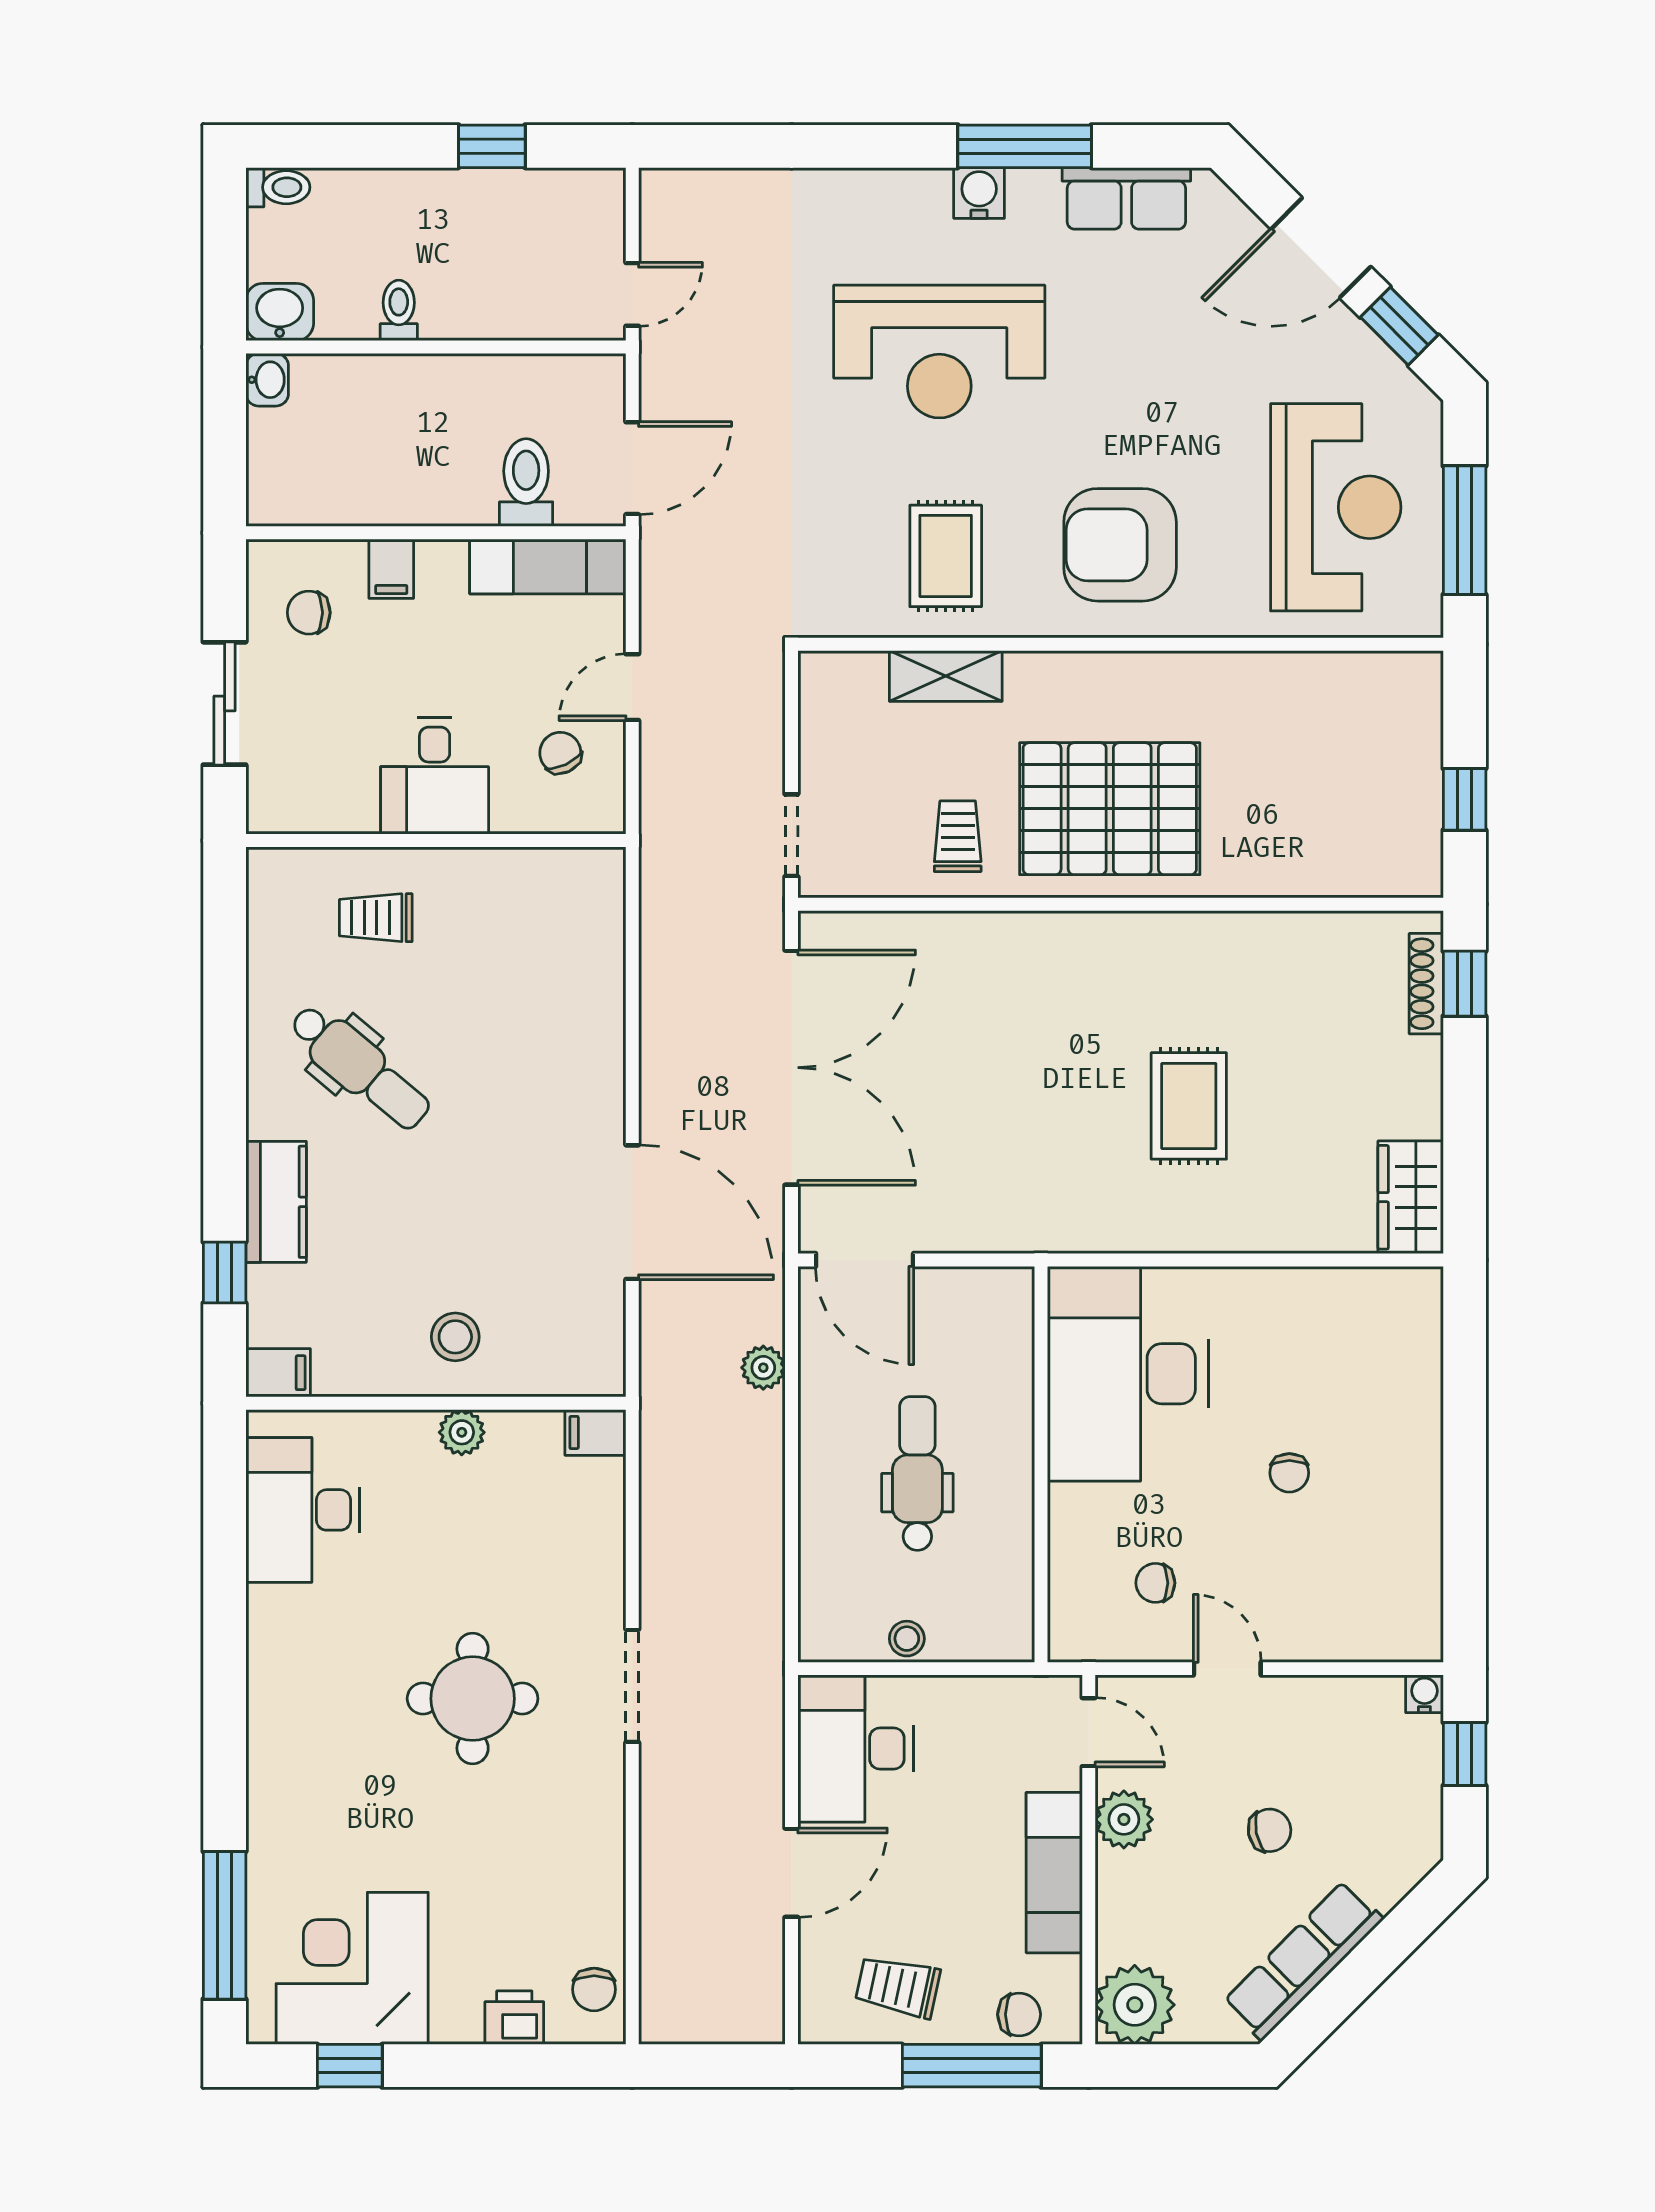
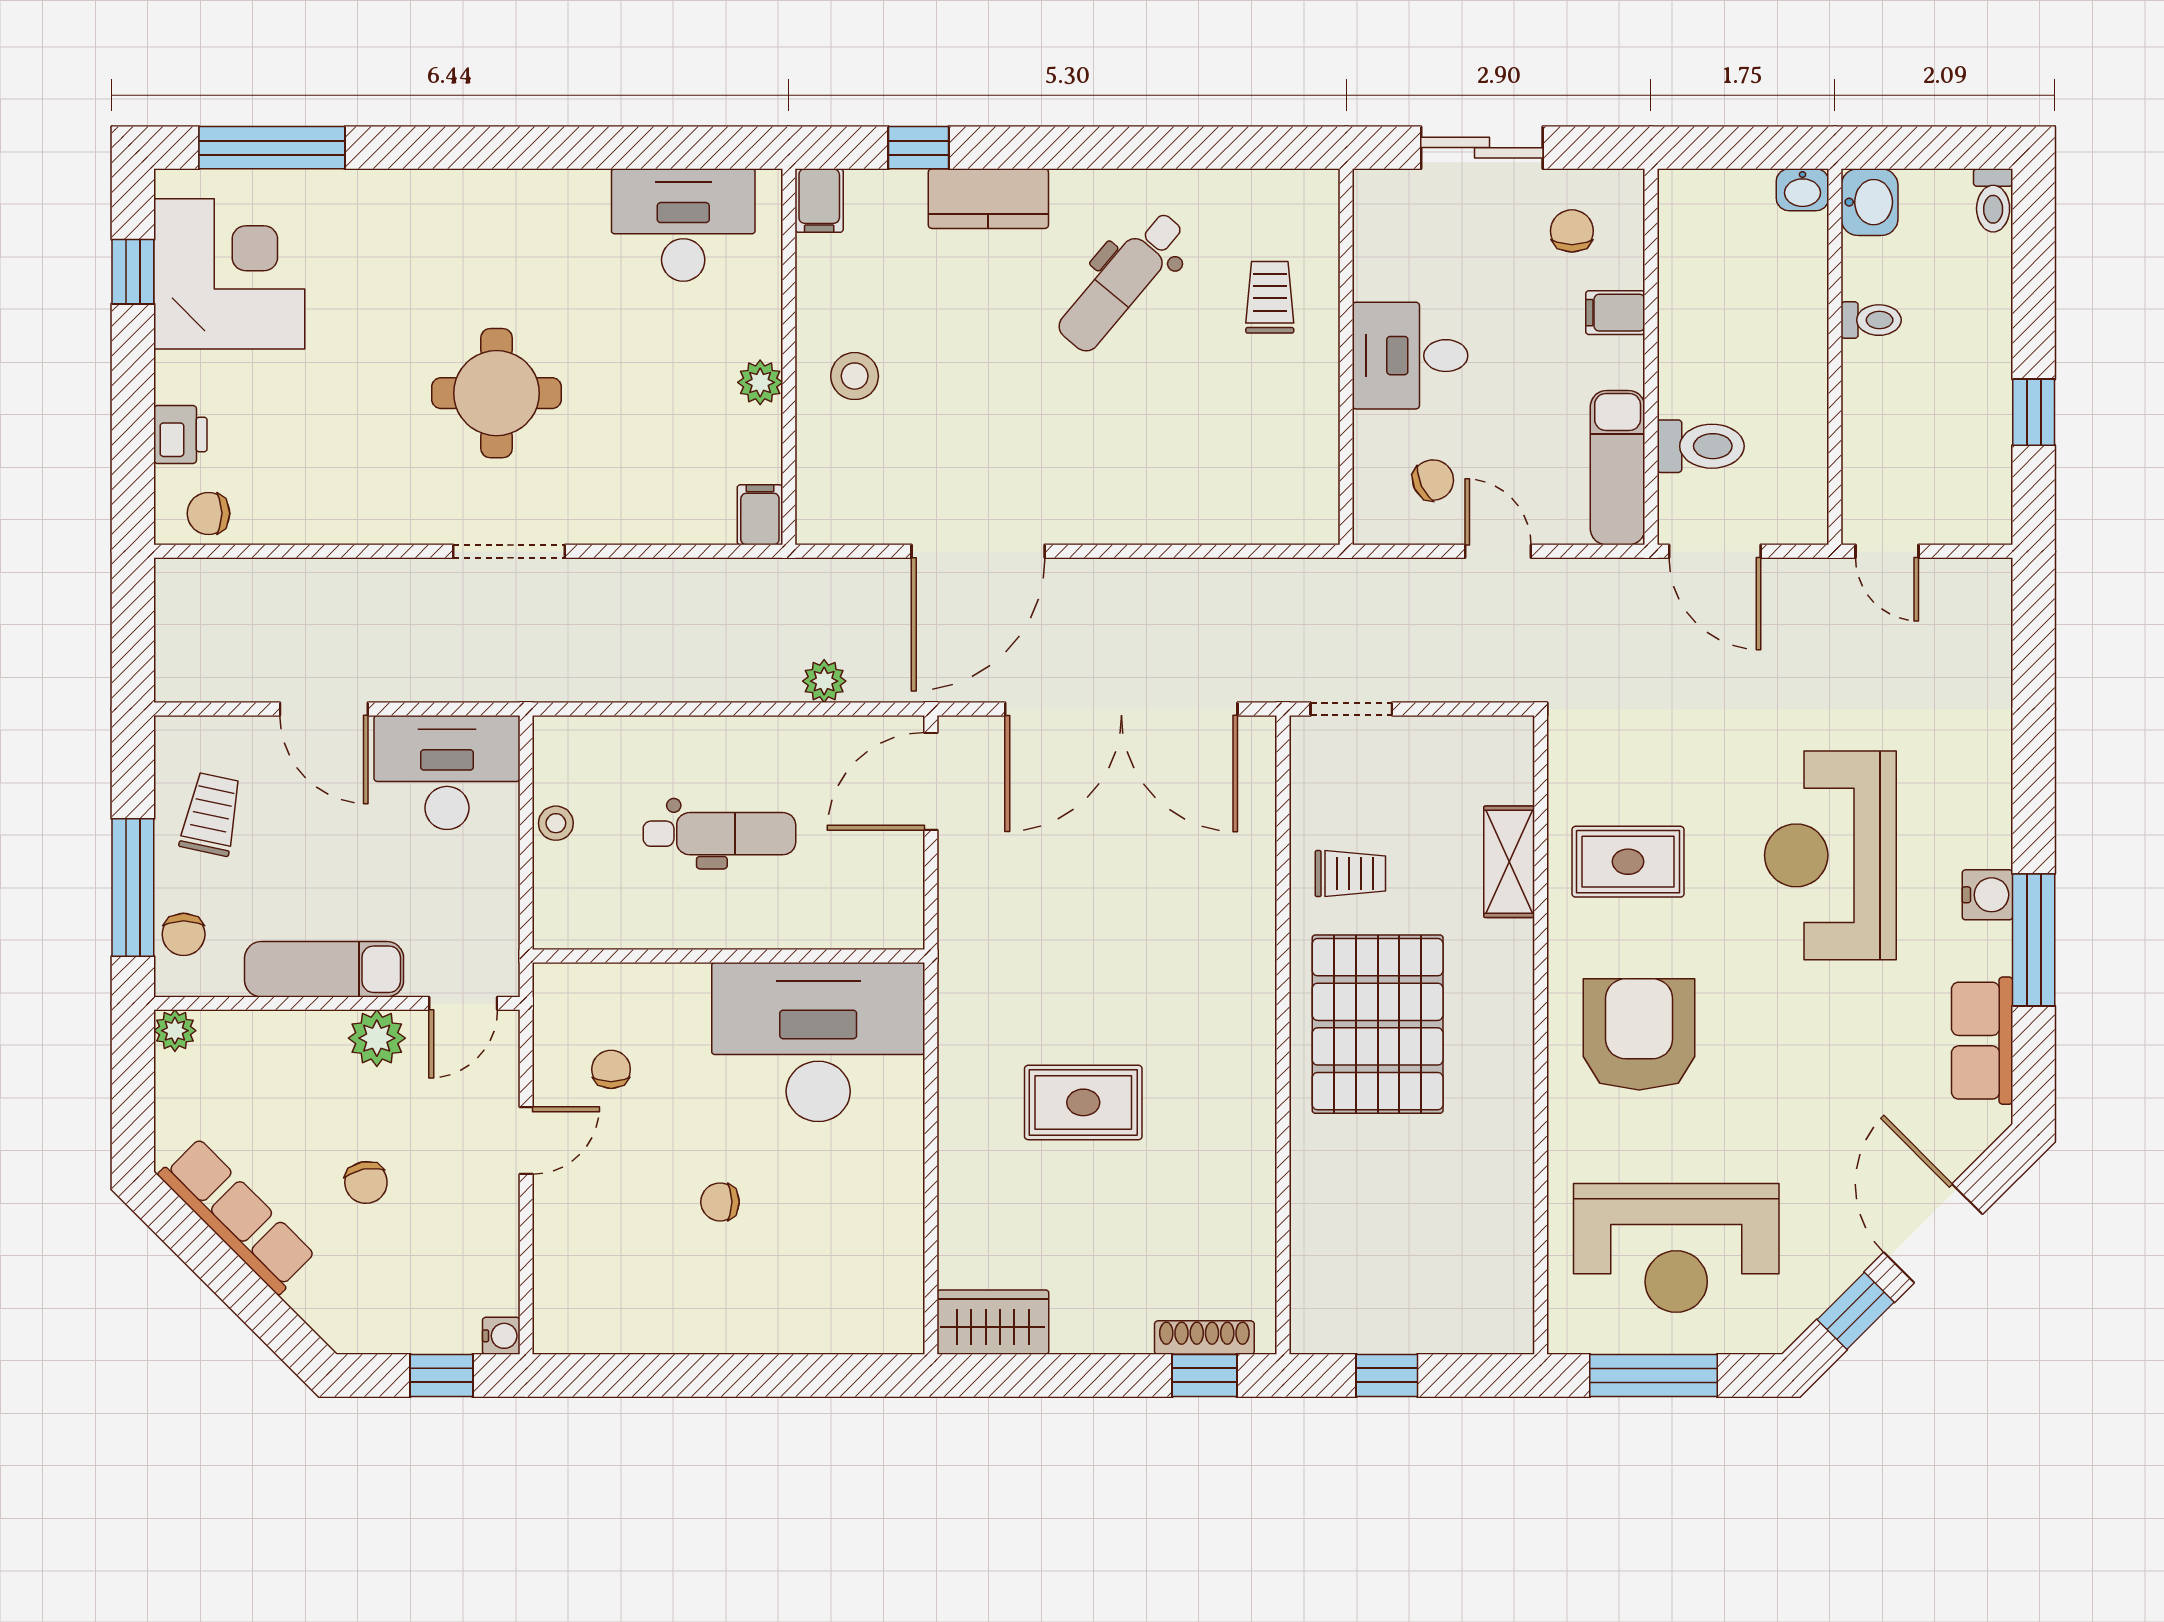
plant: (1135, 2005) -> (175, 1031), width x0.53, depth x0.53

